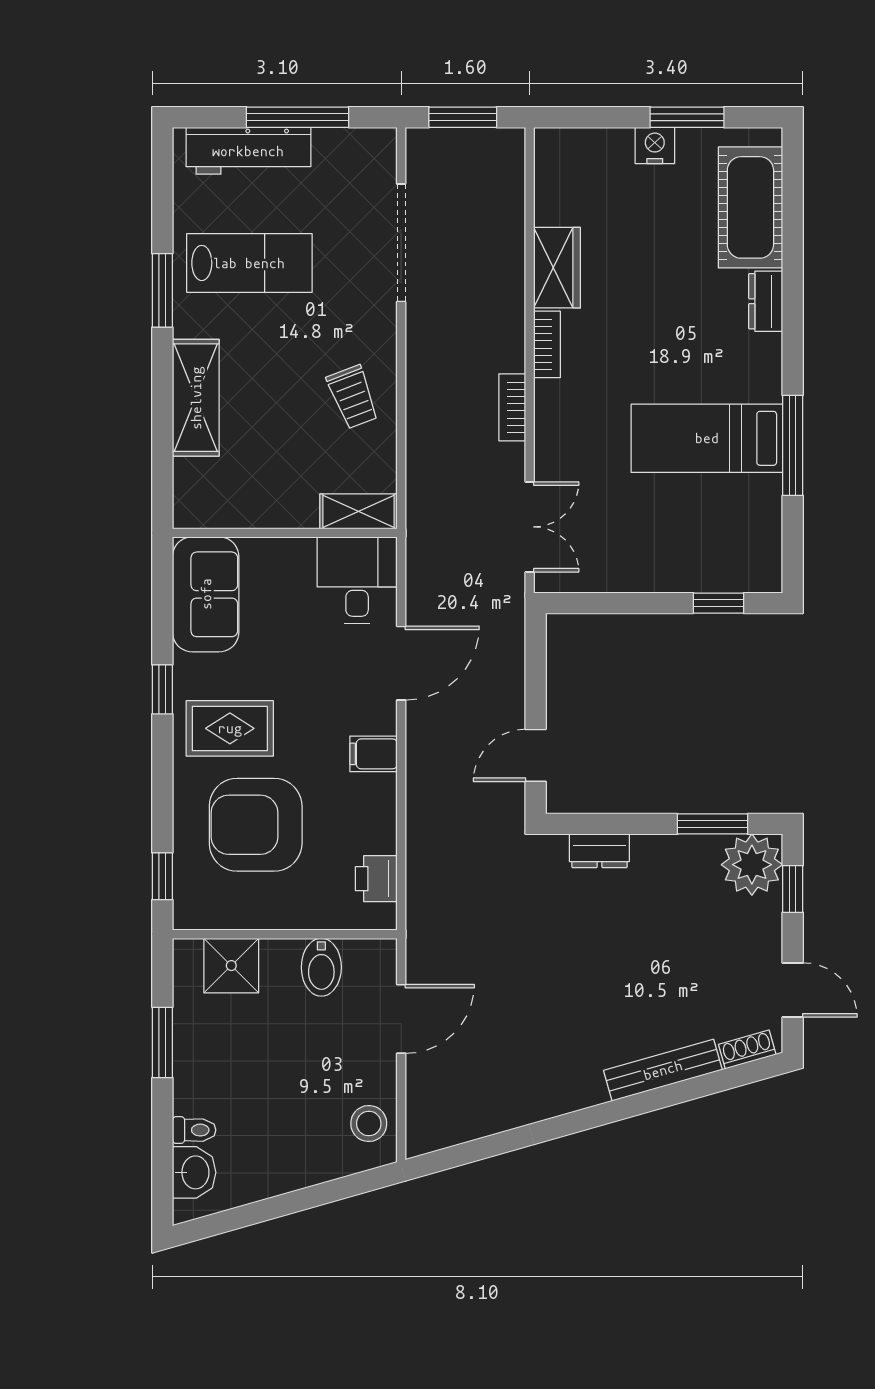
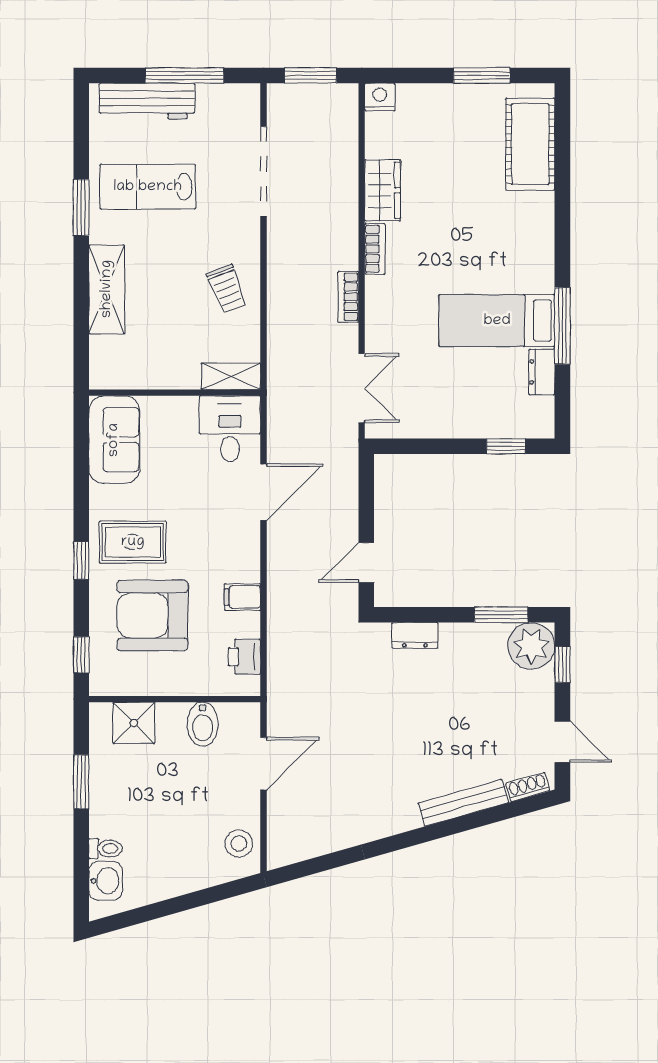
nightstand: (655, 145) -> (380, 97), moved
lab bench: (249, 263) -> (148, 187), turned 180
dresser: (766, 301) -> (542, 372), moved
window: (162, 689) -> (81, 560), moved
filing cabinet: (373, 754) -> (242, 597), moved

